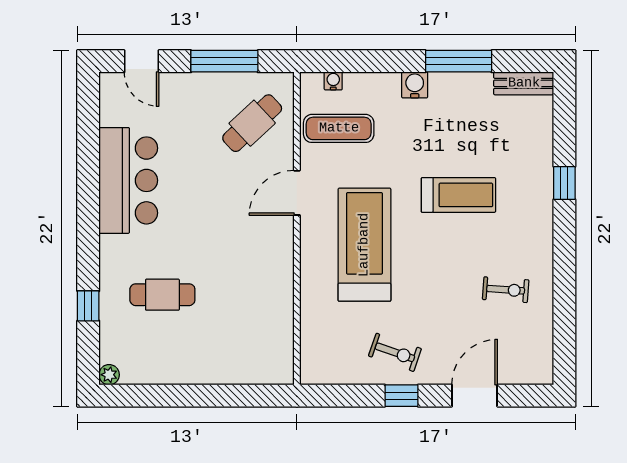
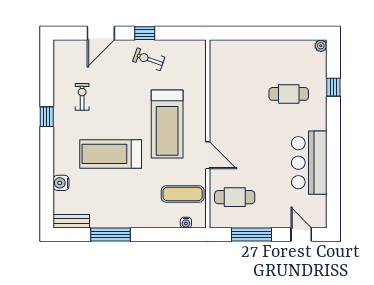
water cooler: (415, 85) -> (61, 183), moved, turned 90
cafe table: (252, 123) -> (235, 197), turned 43
window: (564, 183) -> (47, 117), moved
door: (297, 193) -> (208, 155), hinge flipped
treadmill: (458, 195) -> (111, 154), width x1.37, depth x1.38
exercise bike: (506, 290) -> (82, 97), turned 86

